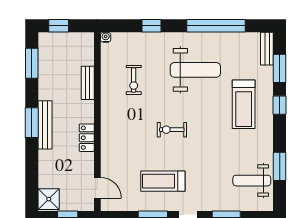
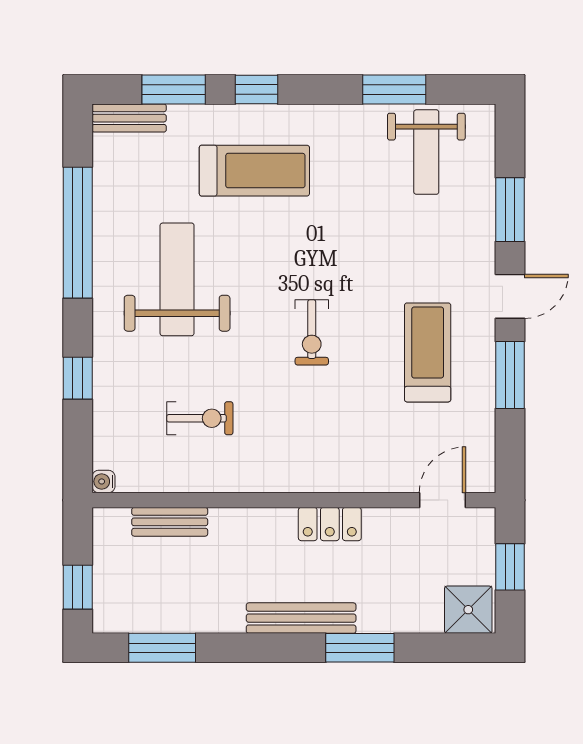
bench: (88, 83) -> (170, 522), moved
window: (32, 123) -> (360, 648), moved
treadmill: (163, 181) -> (428, 352), turned 180

